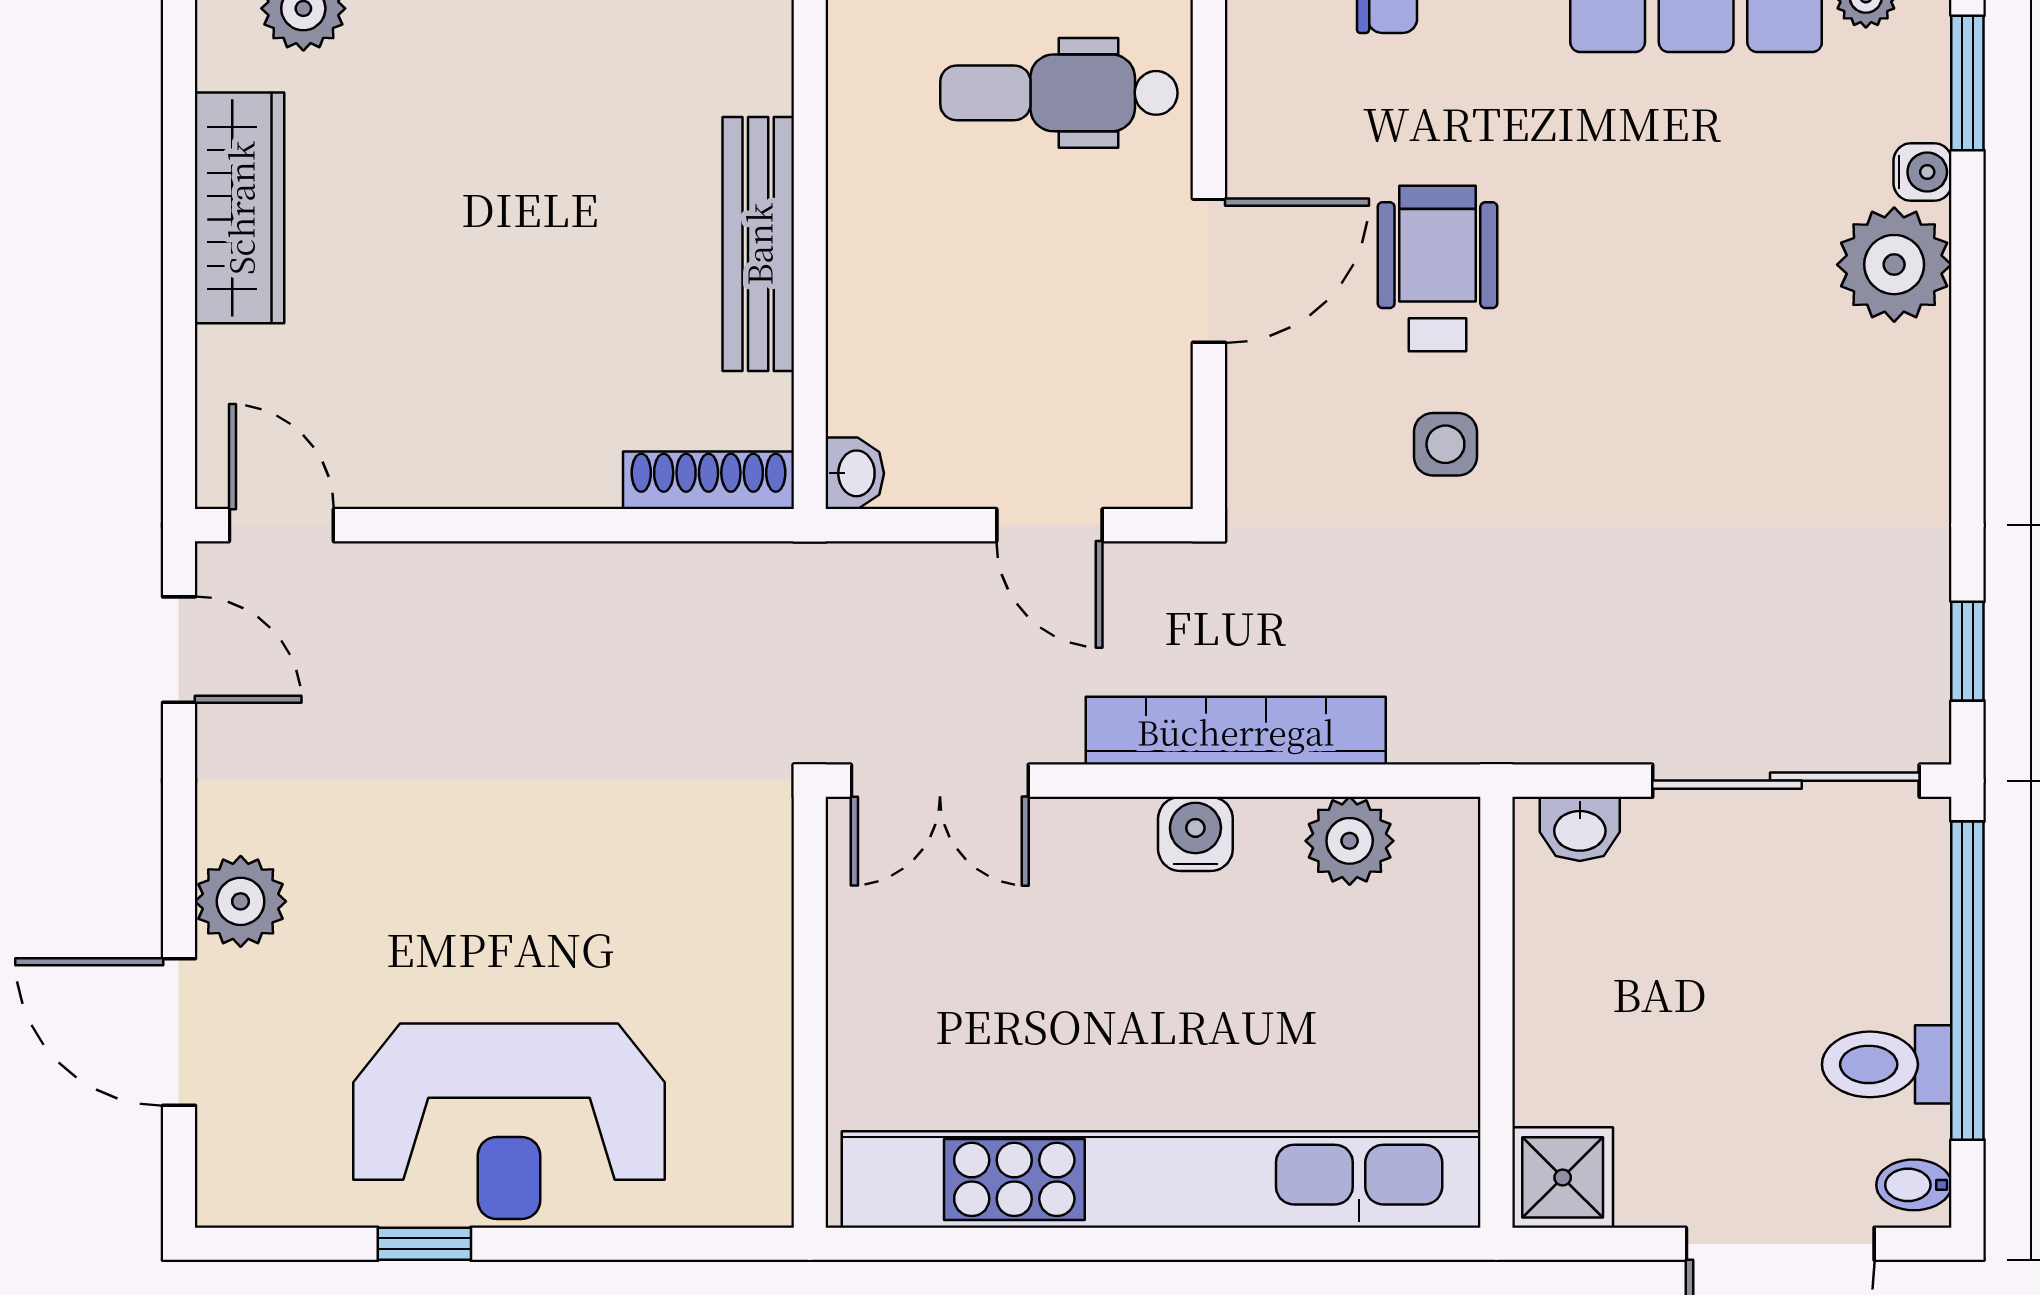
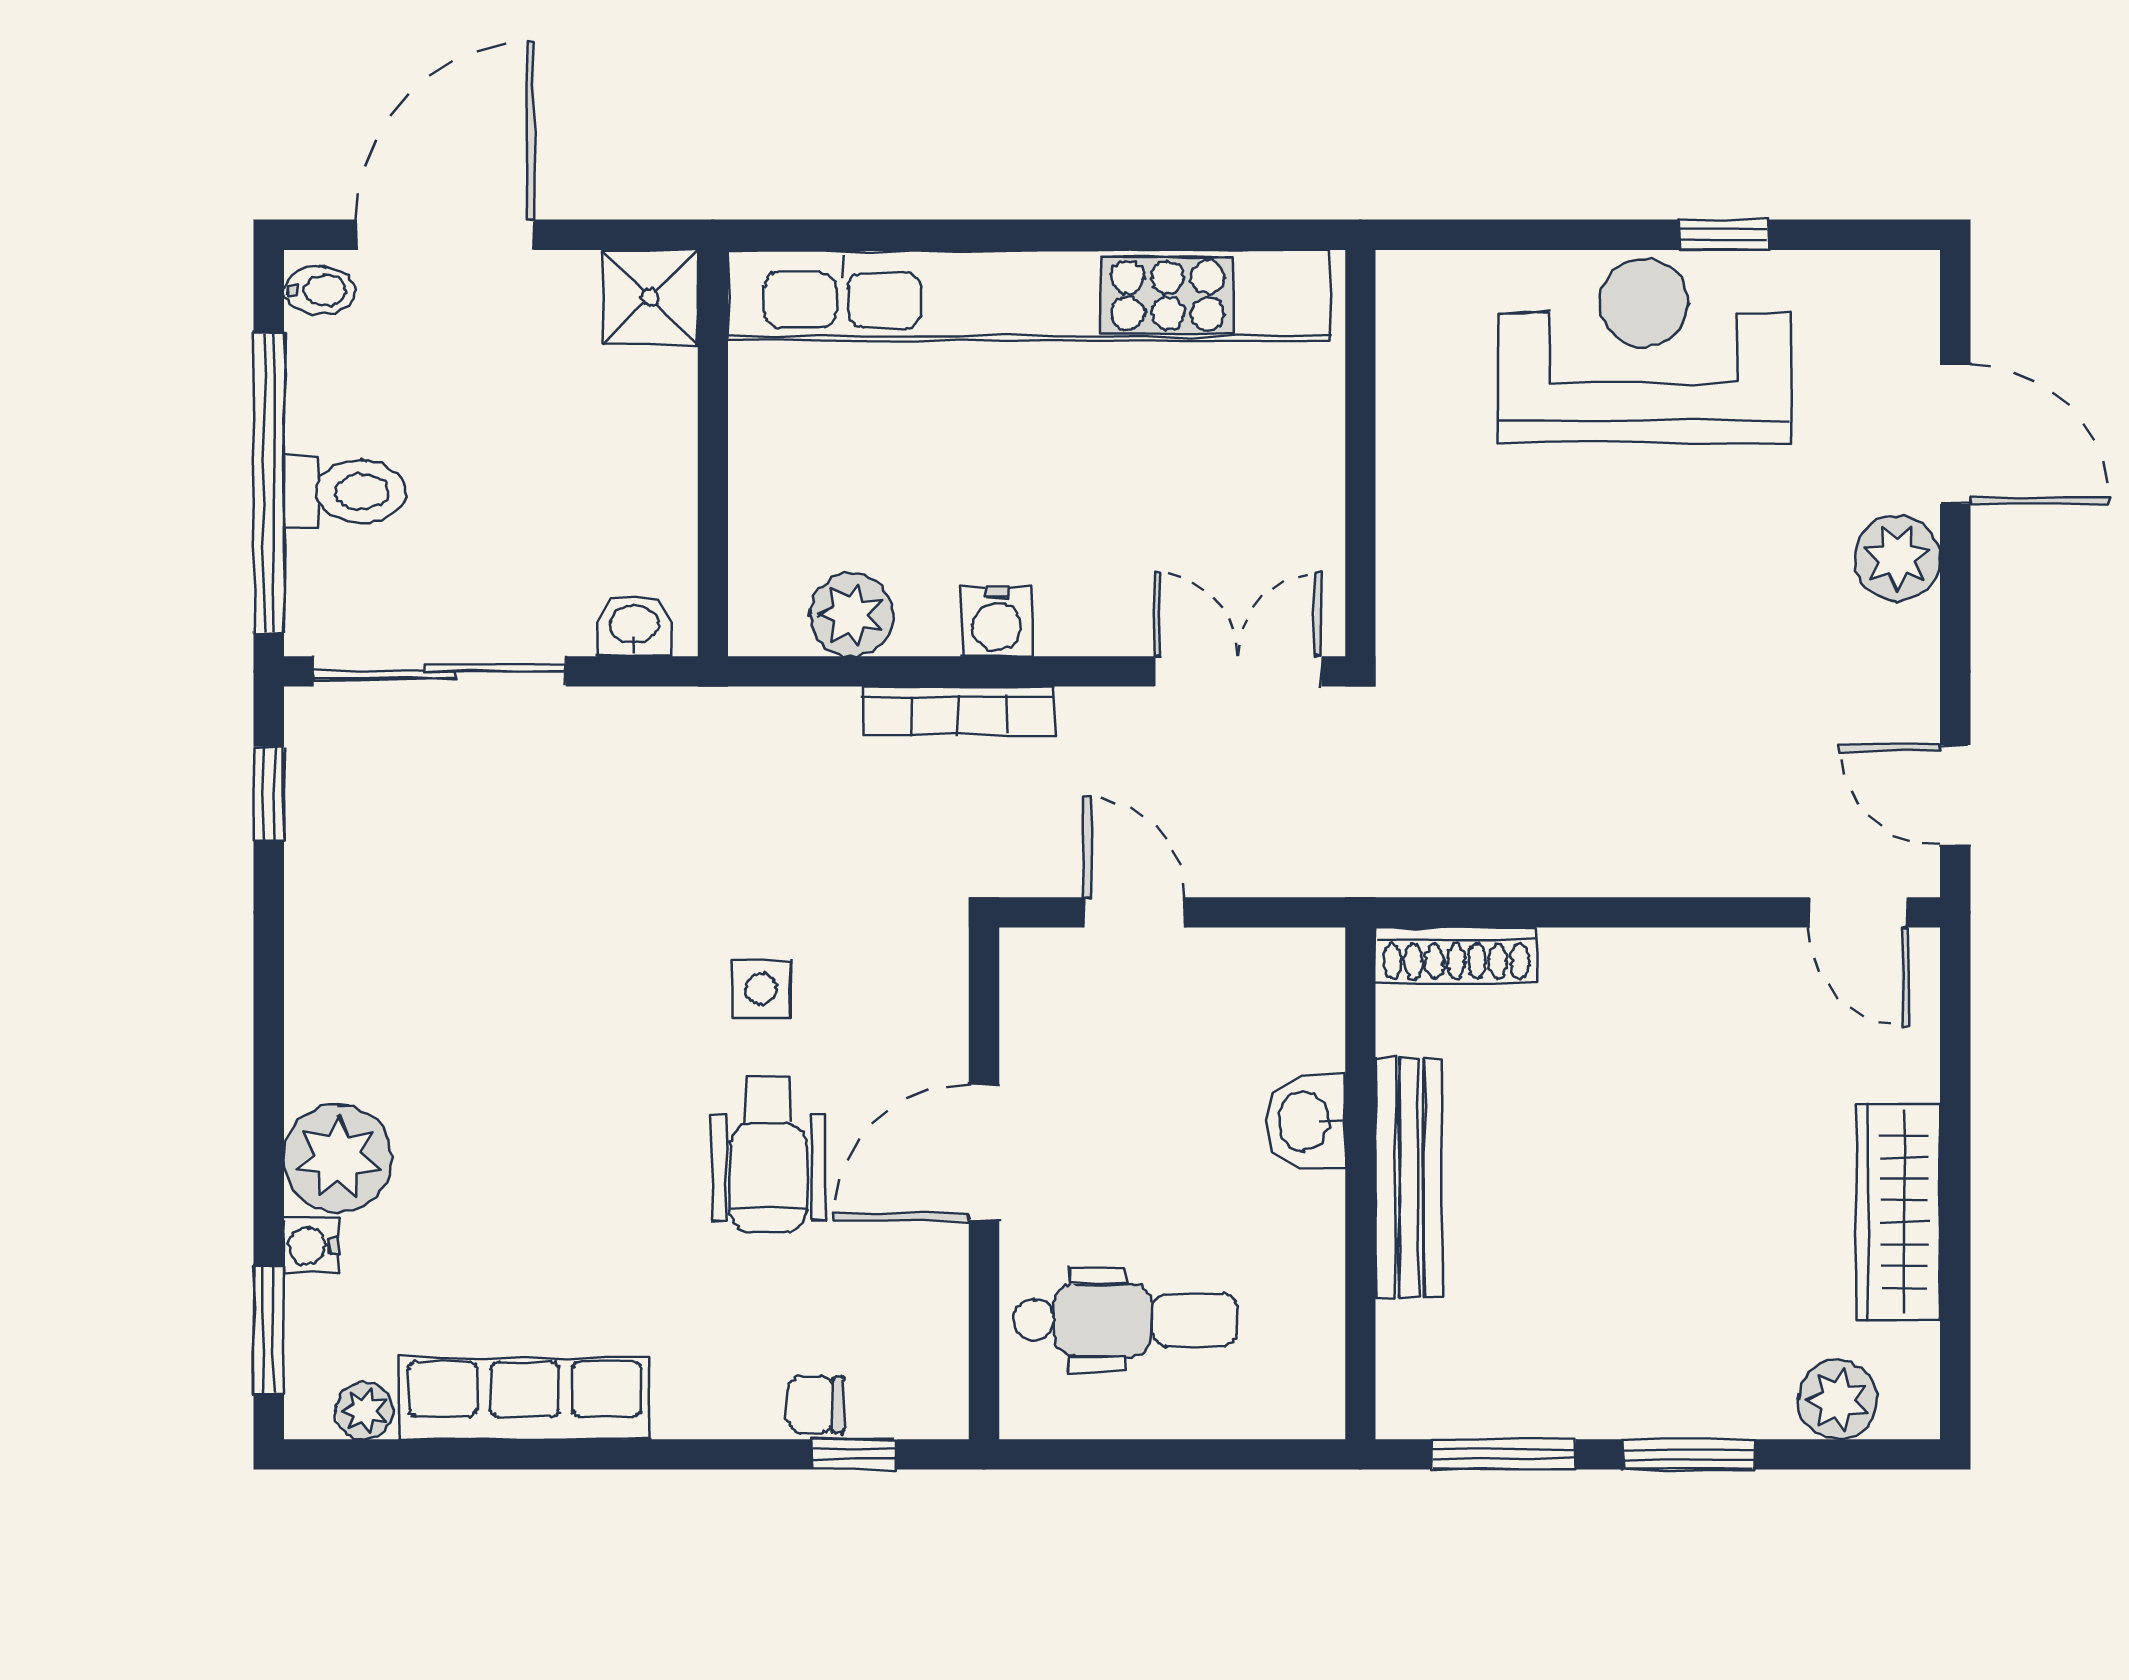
washbasin: (855, 473) -> (1306, 1121), moved, width x1.38, depth x1.45
bookcase: (1236, 731) -> (959, 711), width x0.68, depth x0.76
toilet: (1887, 1064) -> (345, 492), moved

